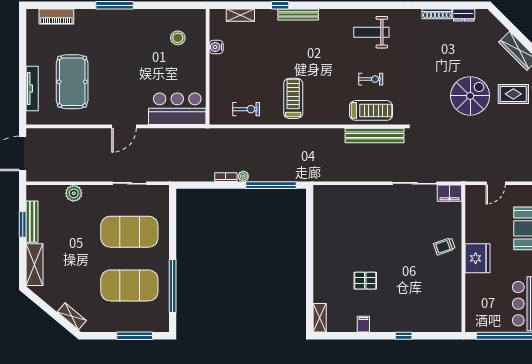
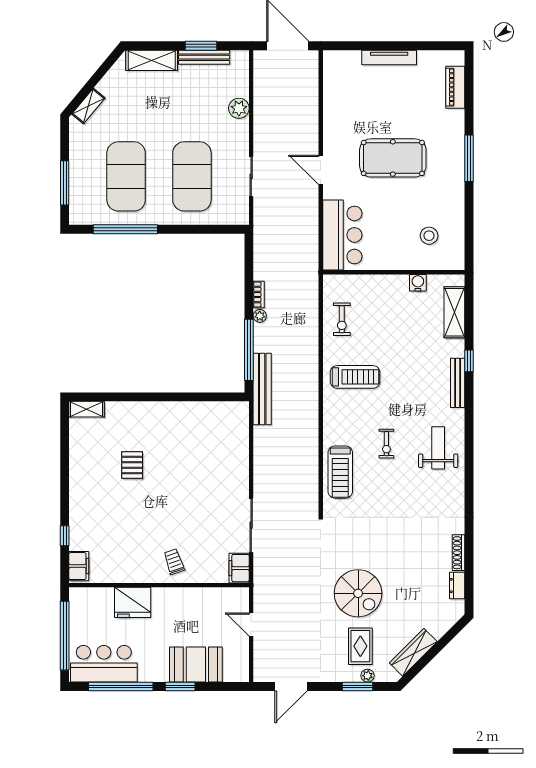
shelving: (240, 15) -> (454, 312), width x1.50, depth x1.33
weight bench: (371, 32) -> (438, 448), moved
exercise bike: (371, 79) -> (386, 444), moved
pool table: (72, 82) -> (393, 158), moved
tv unit: (32, 89) -> (389, 57), moved
bench: (375, 135) -> (262, 389), moved
fridge: (478, 258) -> (133, 602), moved
filing cabinet: (363, 324) -> (79, 566), moved, width x2.00
window: (404, 336) -> (65, 536), moved

